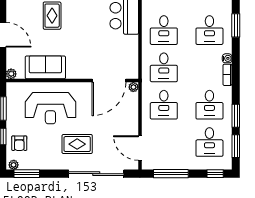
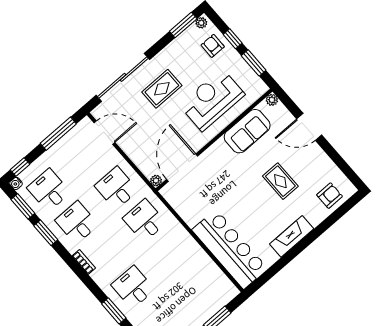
desk: (164, 30) -> (173, 253), removed
water cooler: (227, 58) -> (16, 183), moved

